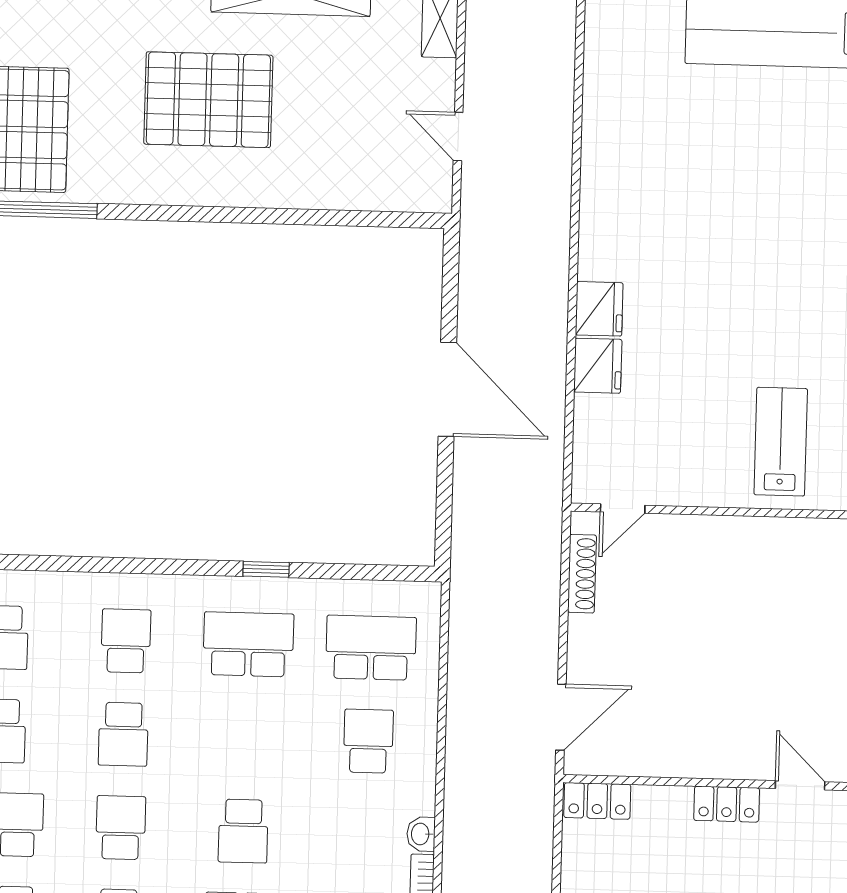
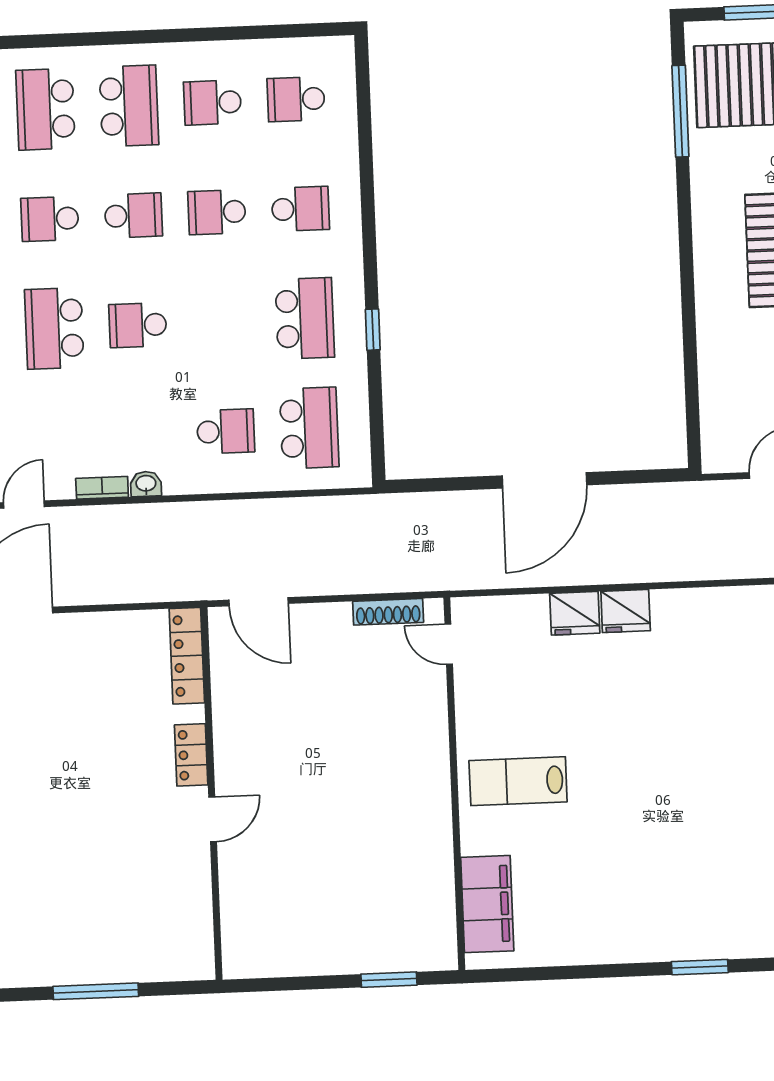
lab bench: (781, 442) -> (518, 781), turned 180
locker: (597, 801) -> (187, 656), width x1.53

